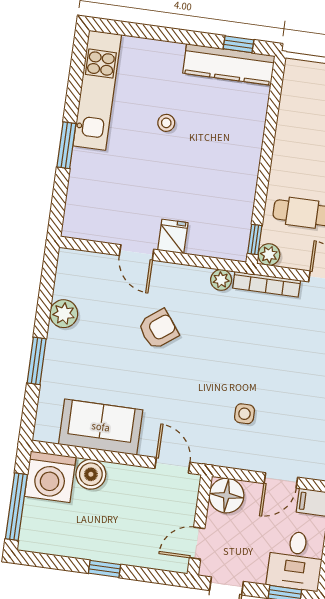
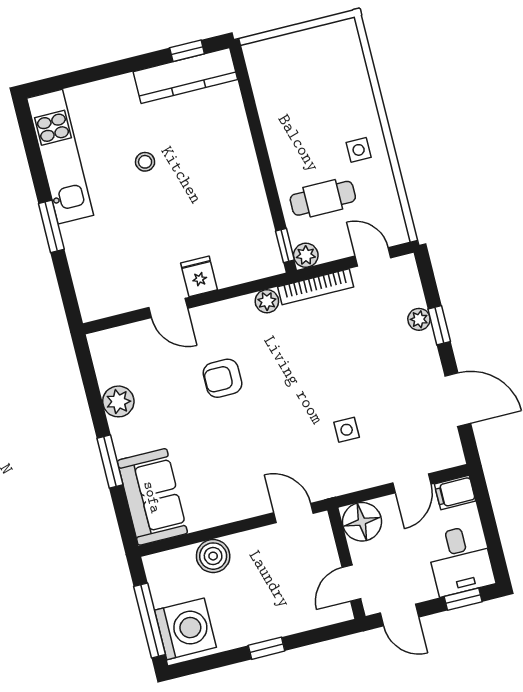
armchair: (158, 329) -> (222, 378), turned -143
sofa: (101, 427) -> (152, 497), moved, turned 90
washing machine: (50, 477) -> (185, 629), moved, turned -90

